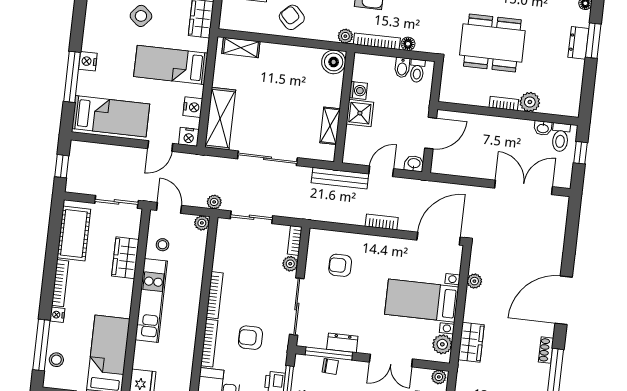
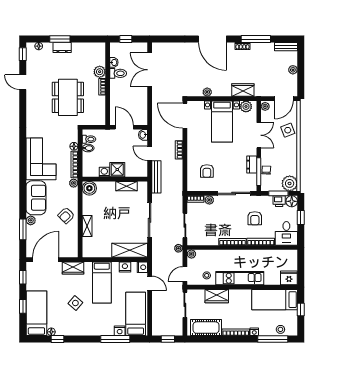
shelving: (241, 48) -> (87, 226), moved
nightstand: (88, 61) -> (120, 331), moved
toilet: (560, 137) -> (118, 73), moved

